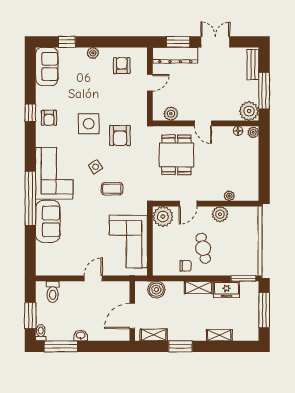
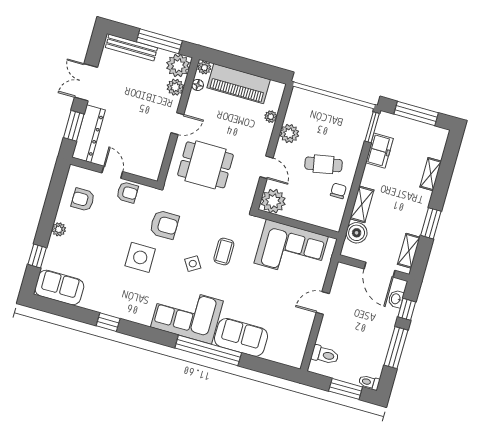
bench: (253, 65) -> (131, 48), width x1.36
plant: (171, 114) -> (175, 87), moved
armchair: (49, 118) -> (127, 192), moved
piano: (248, 163) -> (239, 84), added
door: (93, 278) -> (323, 303), hinge flipped
shelving: (199, 287) -> (362, 204), moved
washbasin: (81, 336) -> (396, 299), moved
window: (61, 346) -> (396, 348), moved
window: (107, 346) -> (407, 309), added

